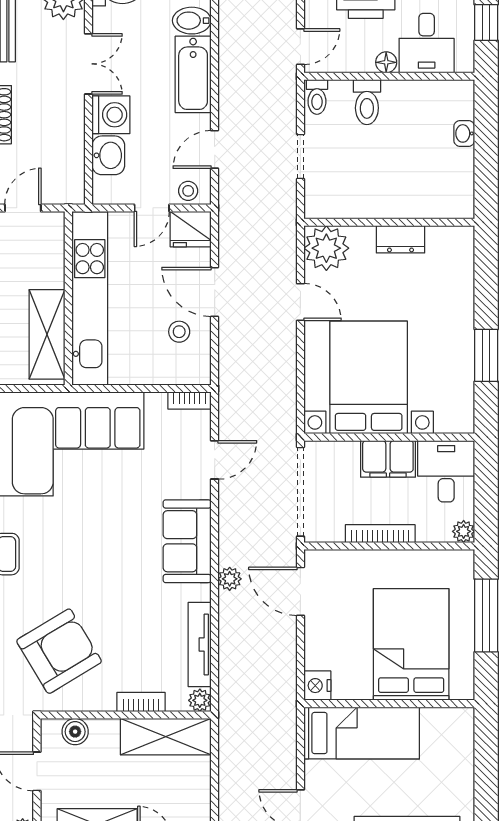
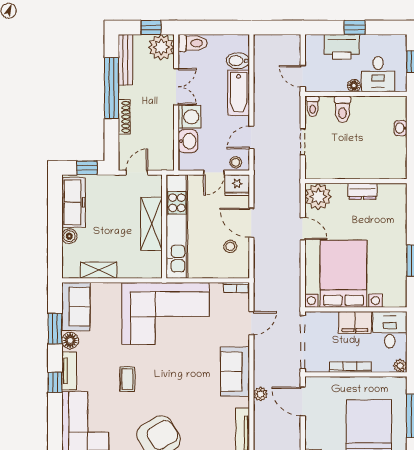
door: (300, 47) -> (303, 76), swing flipped
shelving: (47, 334) -> (151, 224), moved

